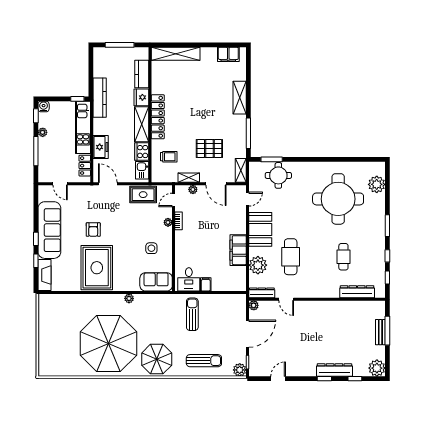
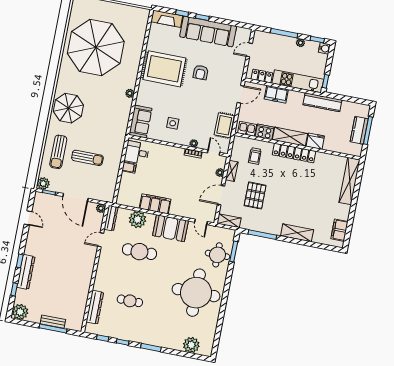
kitchen counter: (142, 74) -> (359, 130), moved, turned -90
round table: (338, 199) -> (196, 293), moved
armchair: (93, 230) -> (201, 72), turned -90
sun lounger: (192, 314) -> (87, 158), moved
parasol: (108, 344) -> (96, 48), moved

